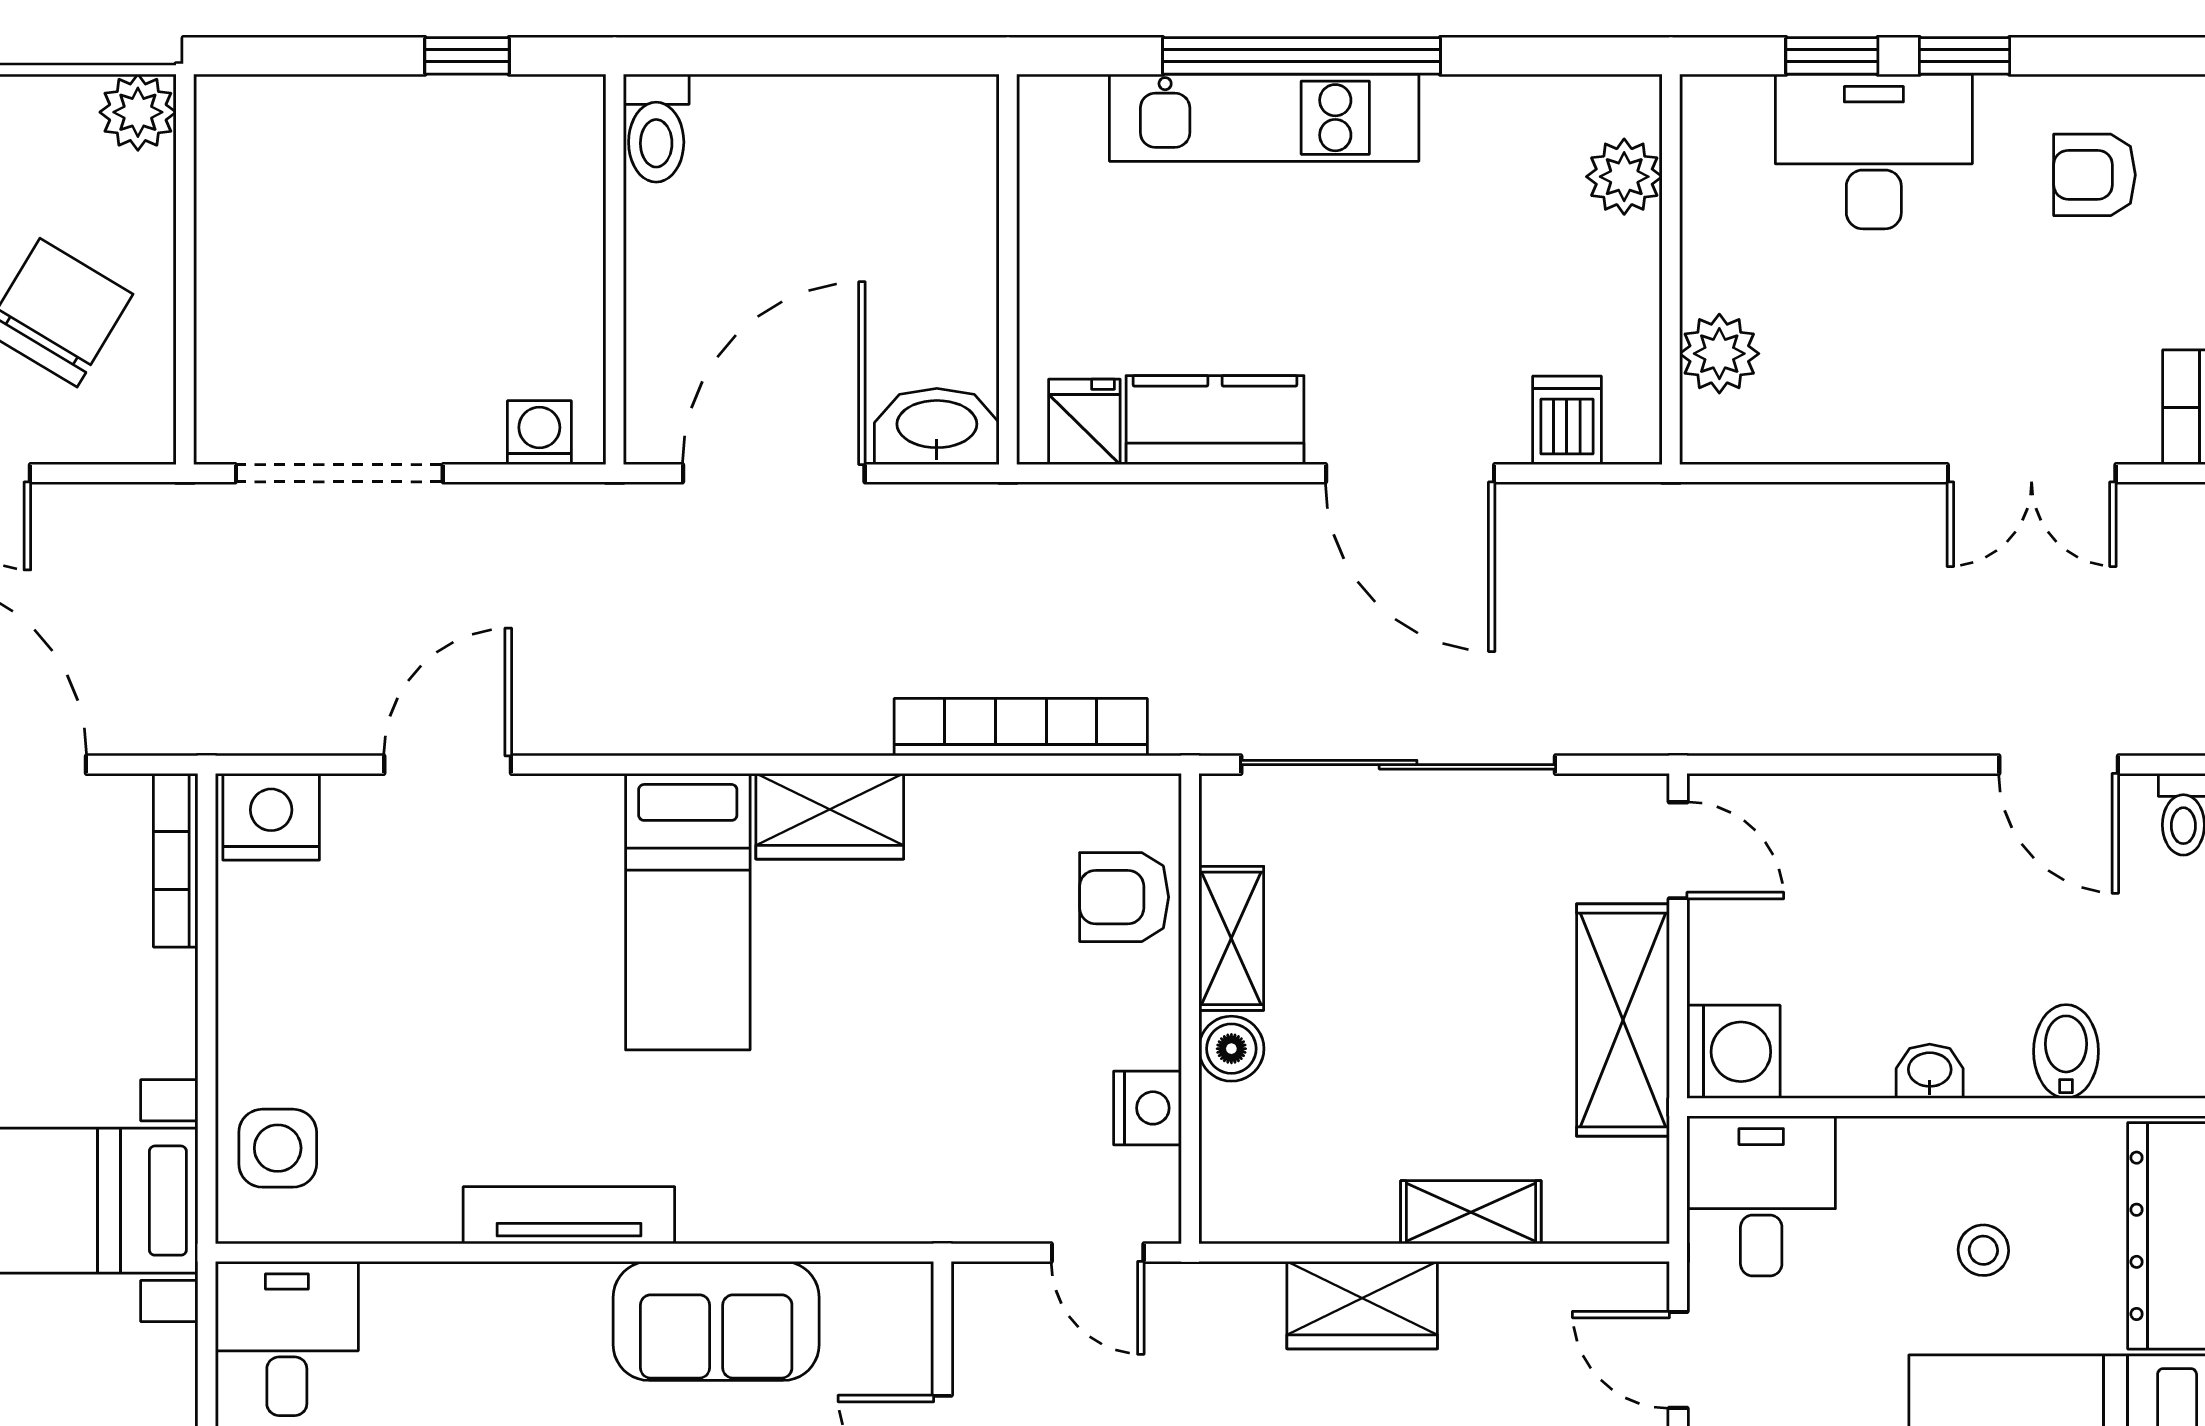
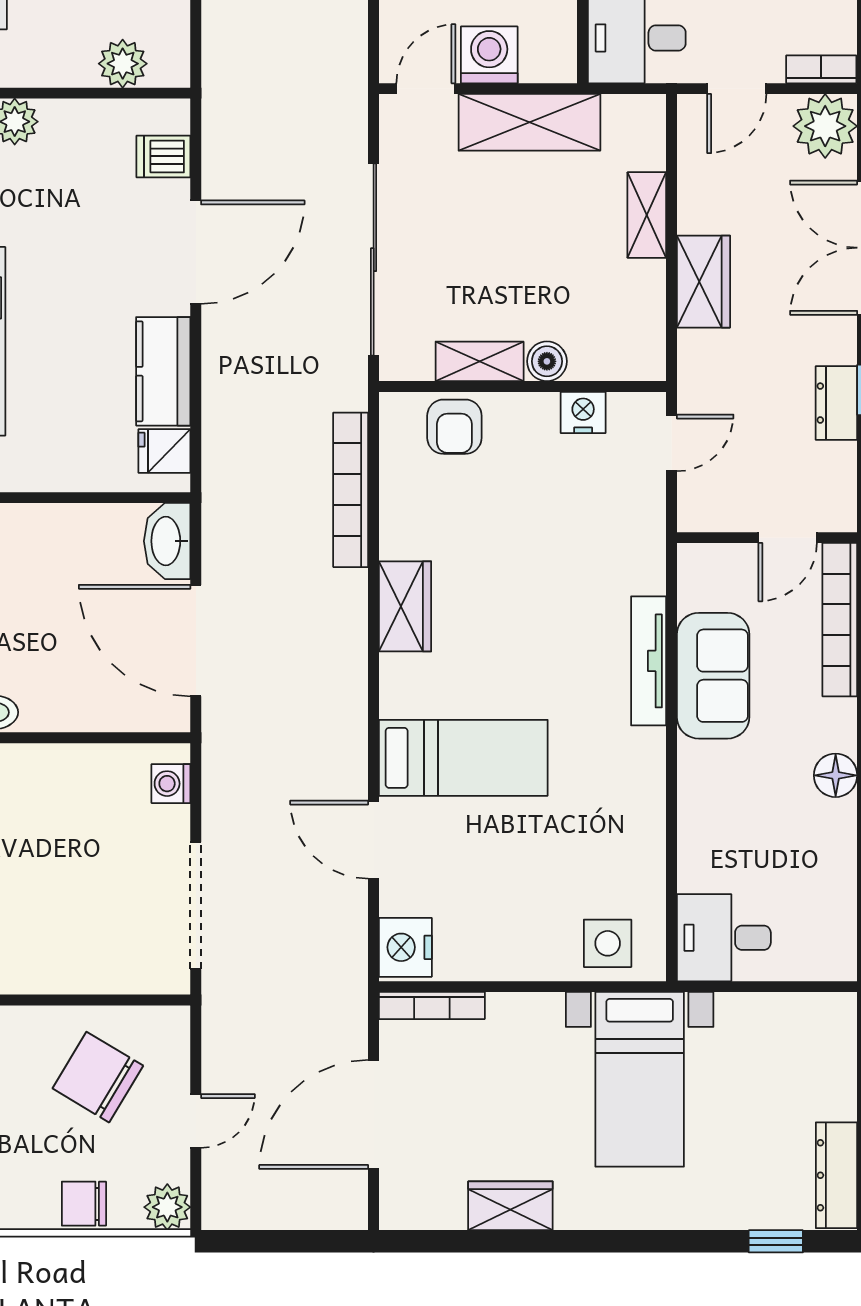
bed: (688, 912) -> (463, 758), moved
washing machine: (1733, 1052) -> (489, 55), moved
tv unit: (569, 1215) -> (649, 661), moved

